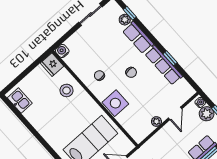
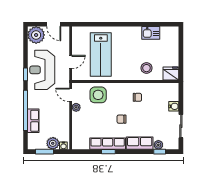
water cooler: (62, 51) -> (174, 106), moved
kitchen sink: (20, 101) -> (151, 33), moved
side table: (115, 103) -> (98, 95), moved
door: (175, 113) -> (71, 95), moved

